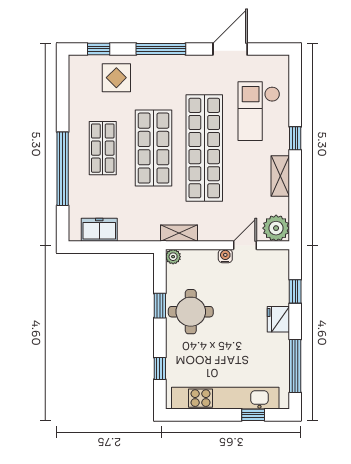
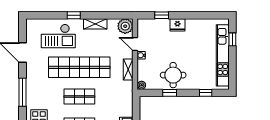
shop shelf: (153, 148) -> (79, 96), width x0.70, depth x0.74
shelving: (179, 233) -> (128, 70), moved
window: (295, 366) -> (204, 15), removed

